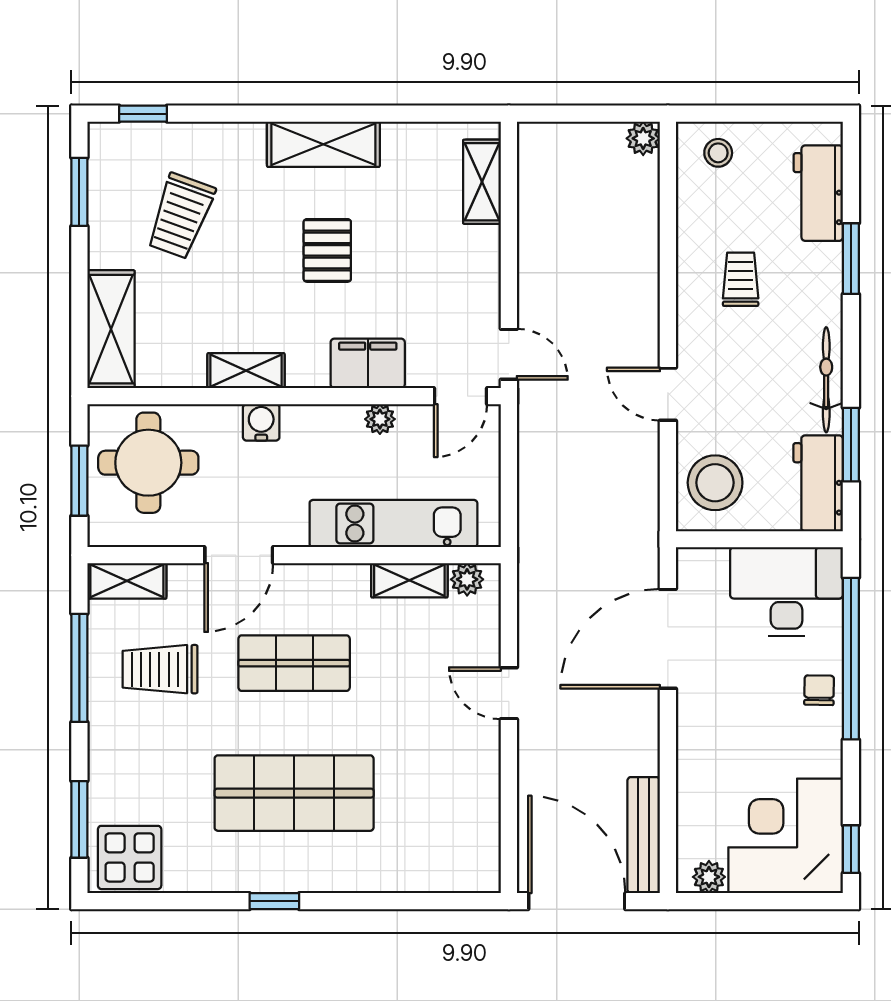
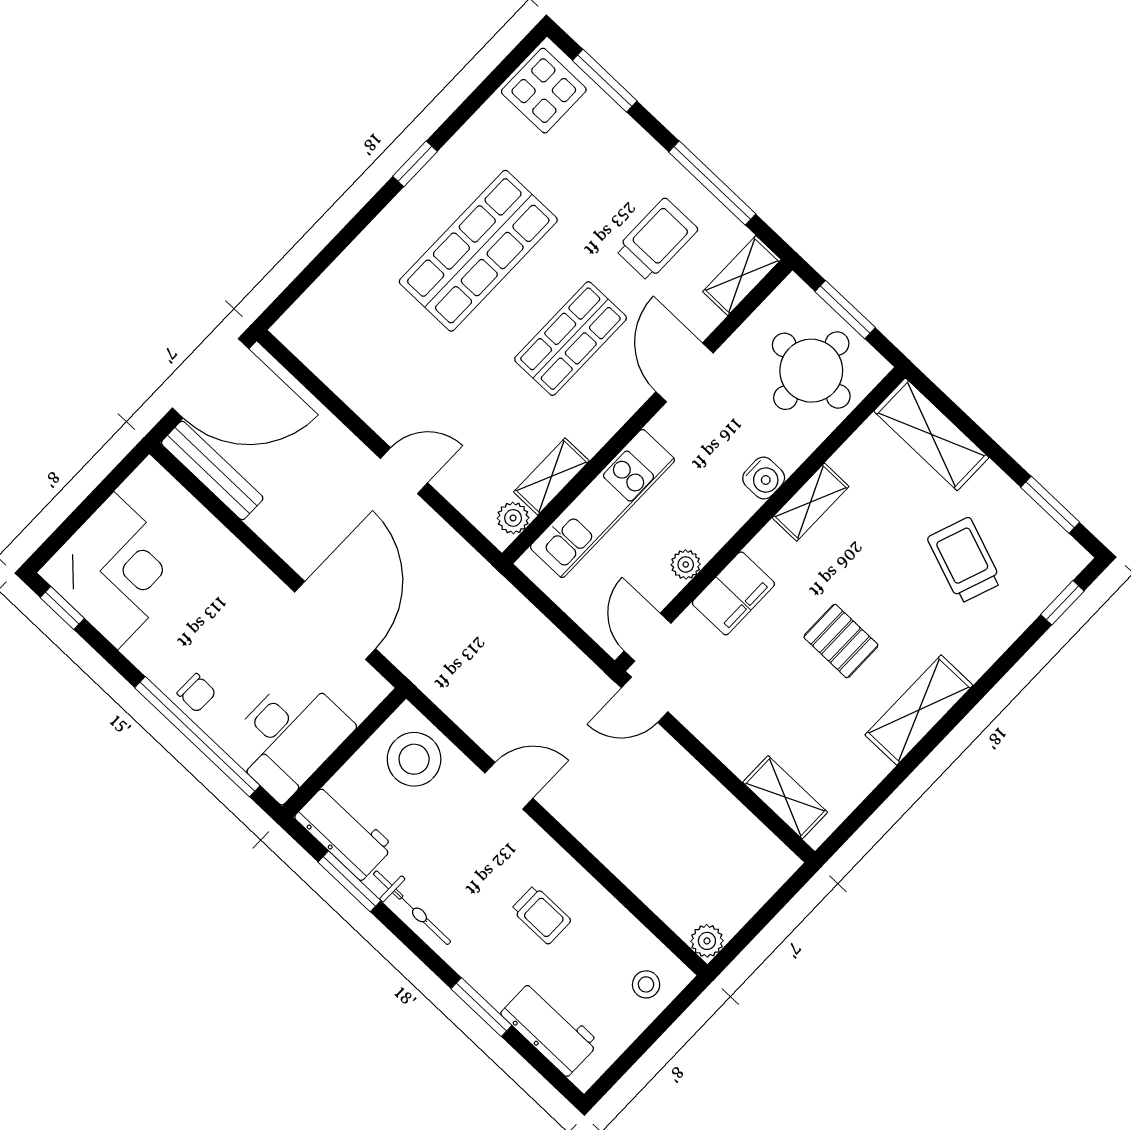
plant: (709, 877) -> (138, 488), removed

